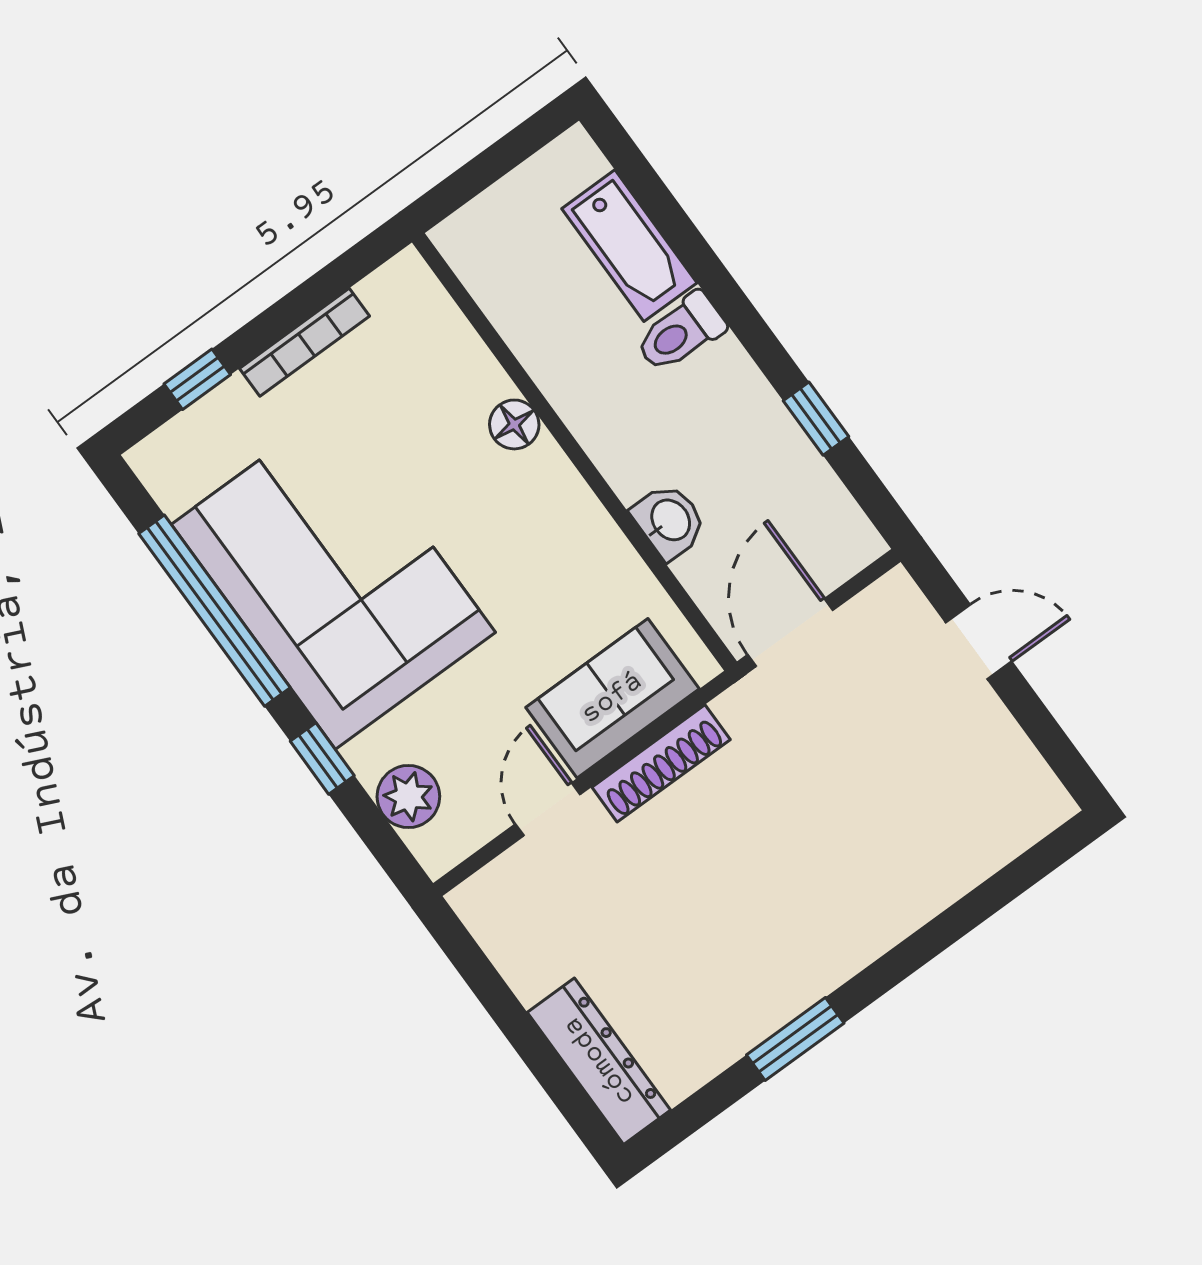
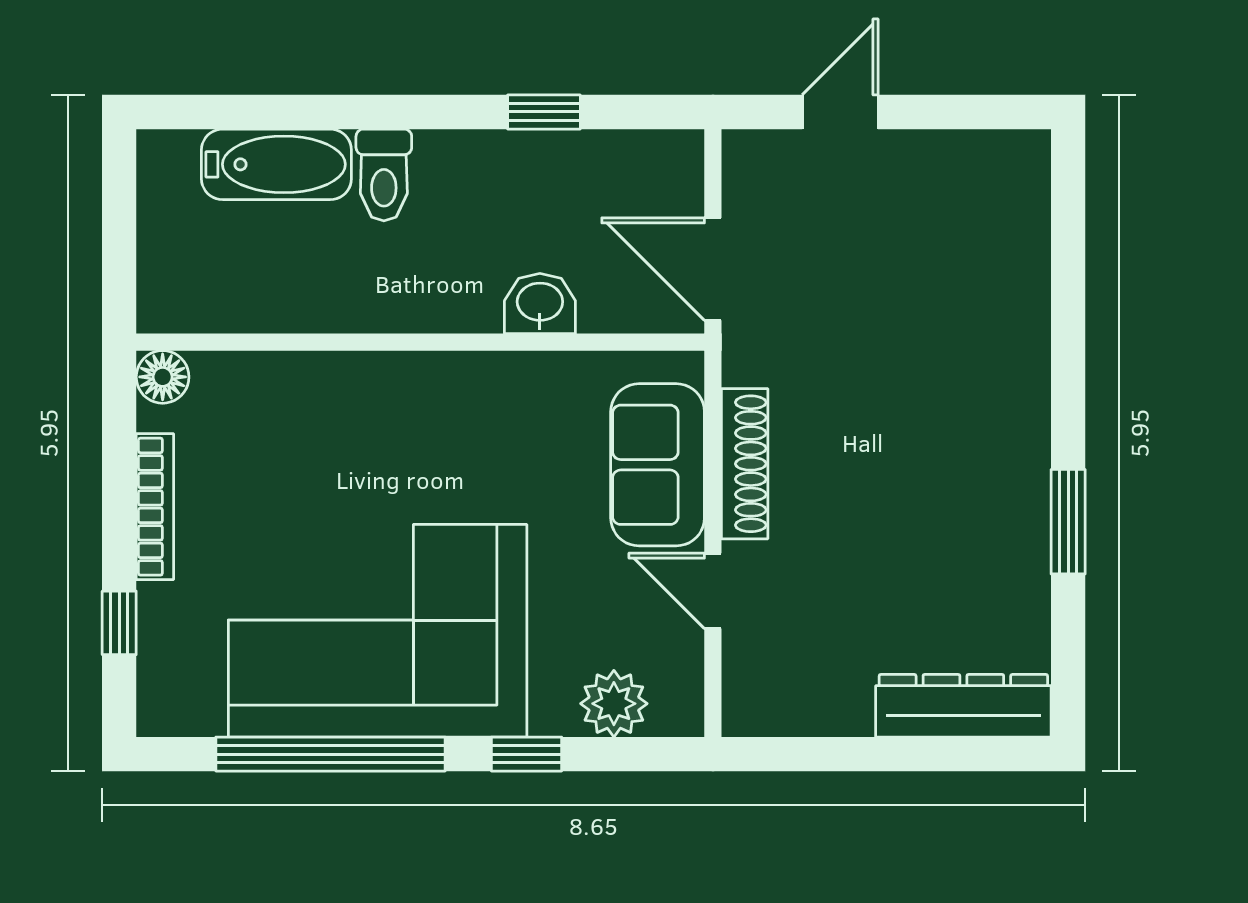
floor lamp: (514, 424) -> (163, 377), moved

